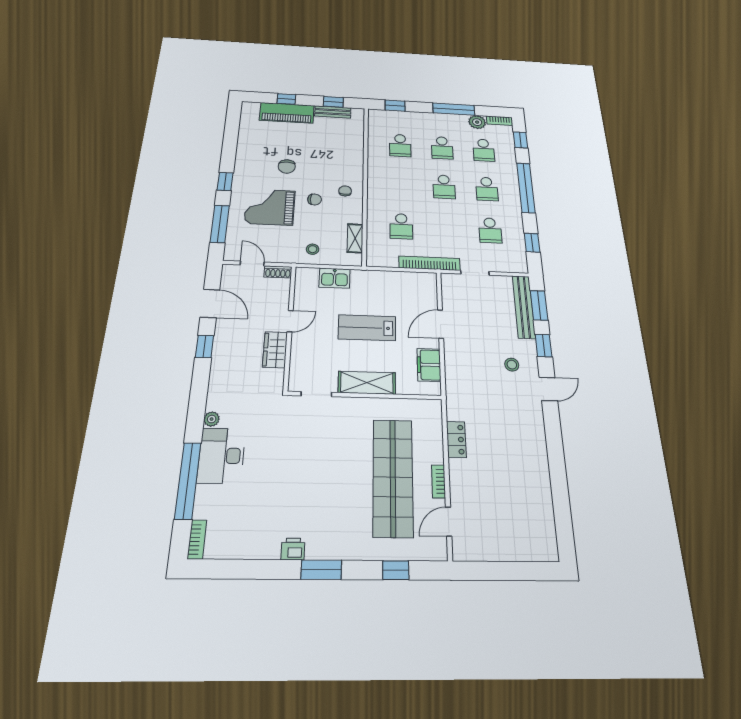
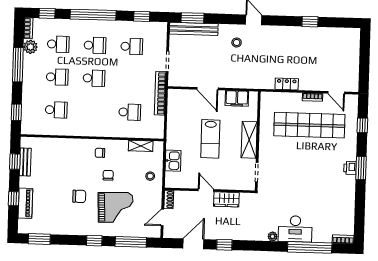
piano: (287, 113) -> (25, 203), width x0.73, depth x0.75
window: (232, 123) -> (39, 239), added
grand piano: (270, 207) -> (116, 207), turned -92
window: (544, 345) -> (310, 22), moved
printer: (293, 549) -> (350, 168), moved

